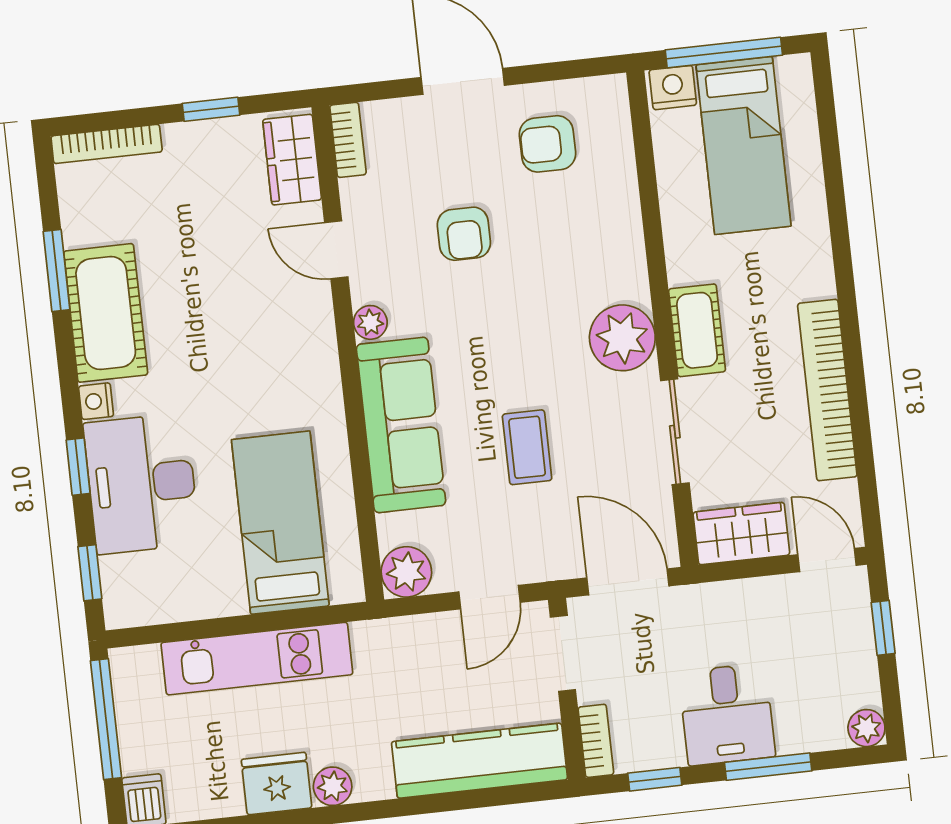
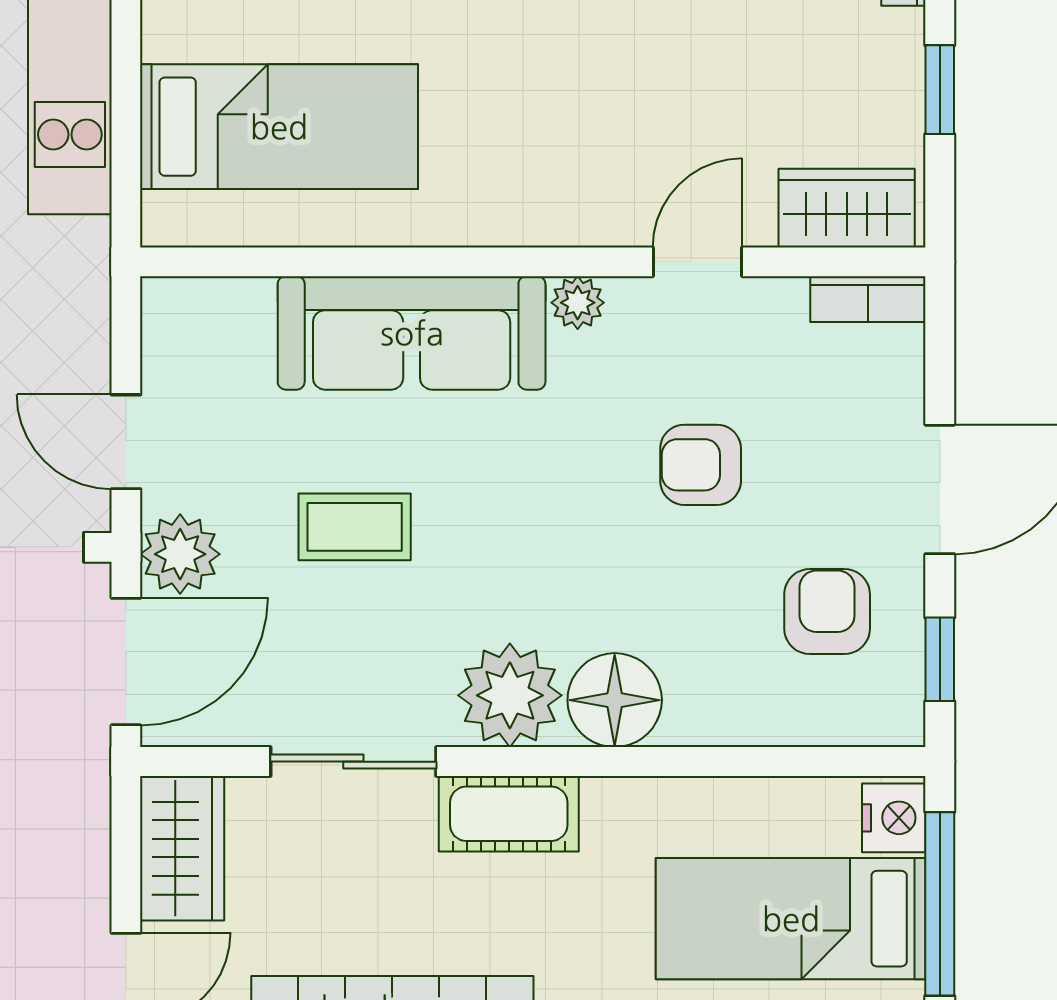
window: (570, 70) -> (940, 659), added
floor lamp: (618, 271) -> (615, 700), added
plant: (406, 572) -> (180, 554), moved

